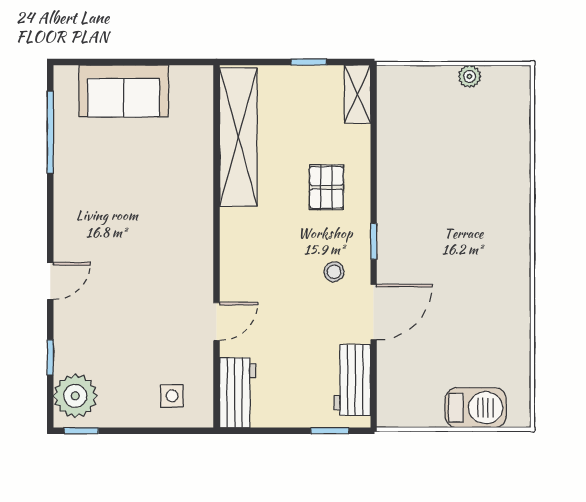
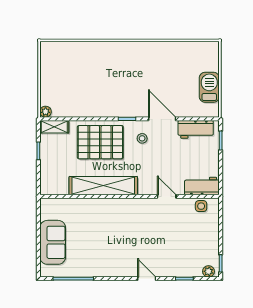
plant: (470, 76) -> (46, 112), moved
shelving: (238, 137) -> (103, 186), moved
pallet: (326, 187) -> (100, 142), width x2.05, depth x2.00
plant: (75, 396) -> (208, 271), width x0.53, depth x0.53
side table: (172, 396) -> (201, 206), moved
barbecue: (476, 408) -> (209, 87), moved

